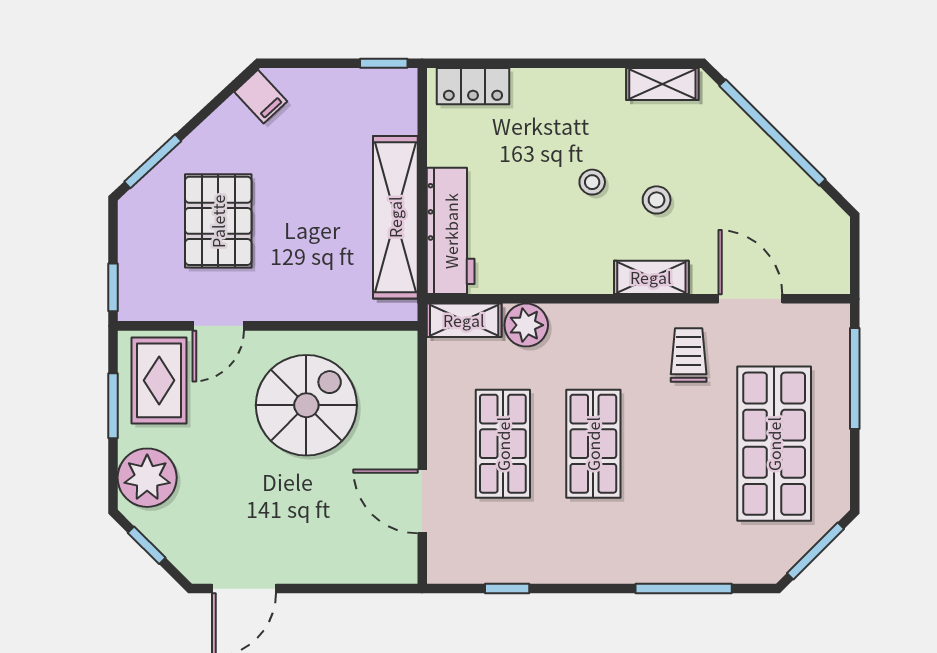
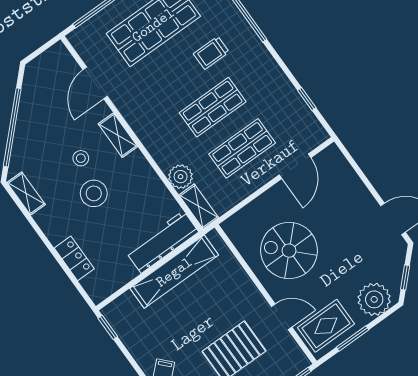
locker: (473, 86) -> (74, 258), moved
stool: (592, 182) -> (94, 193), width x1.89, depth x1.89
trolley: (689, 355) -> (211, 53), moved

